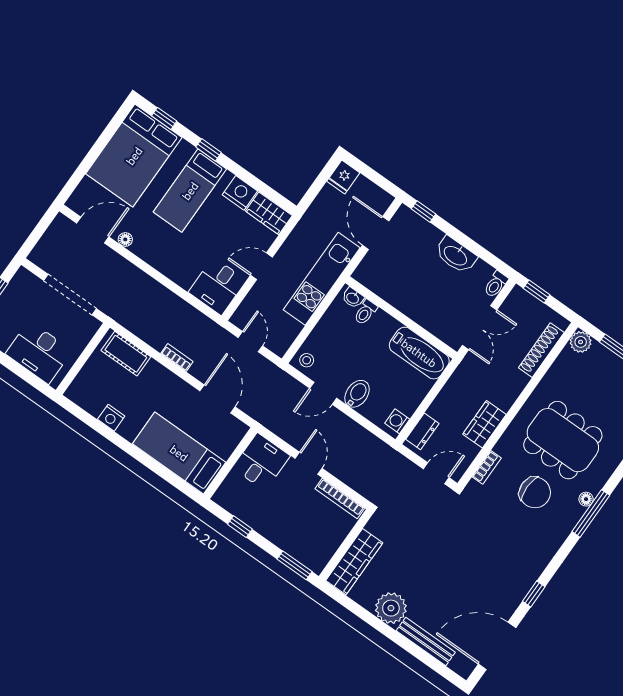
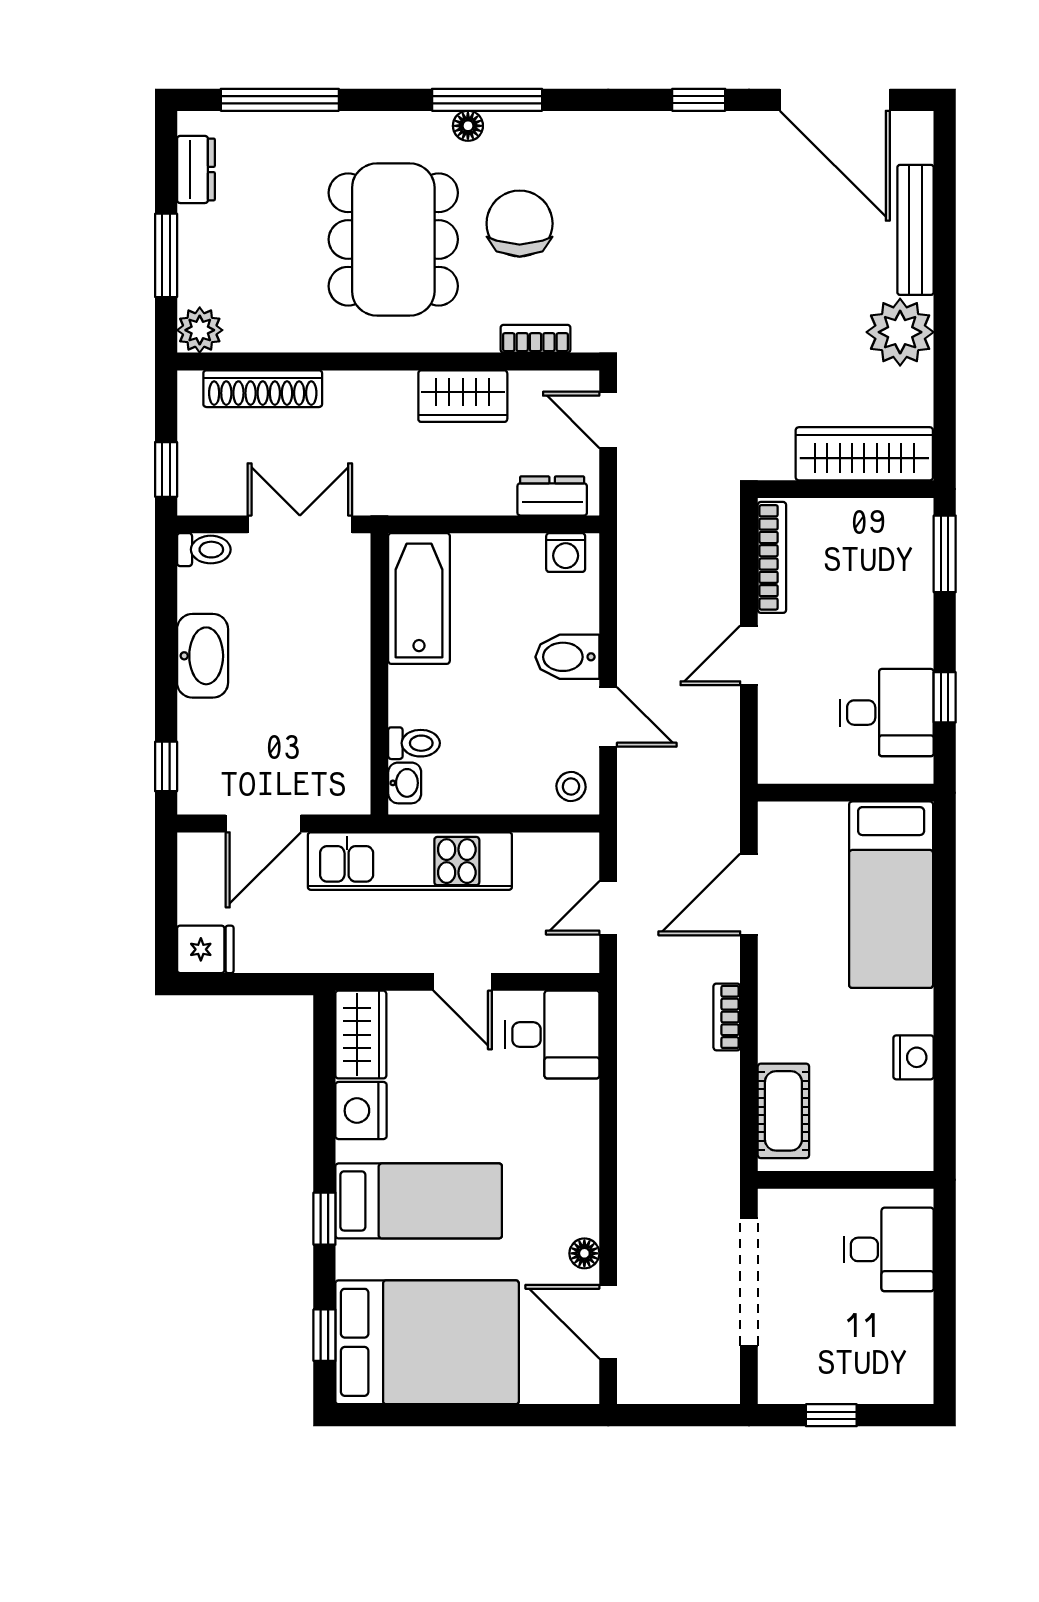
desk: (39, 352) -> (889, 1249), width x0.73
desk: (261, 462) -> (887, 713), moved, turned 180

